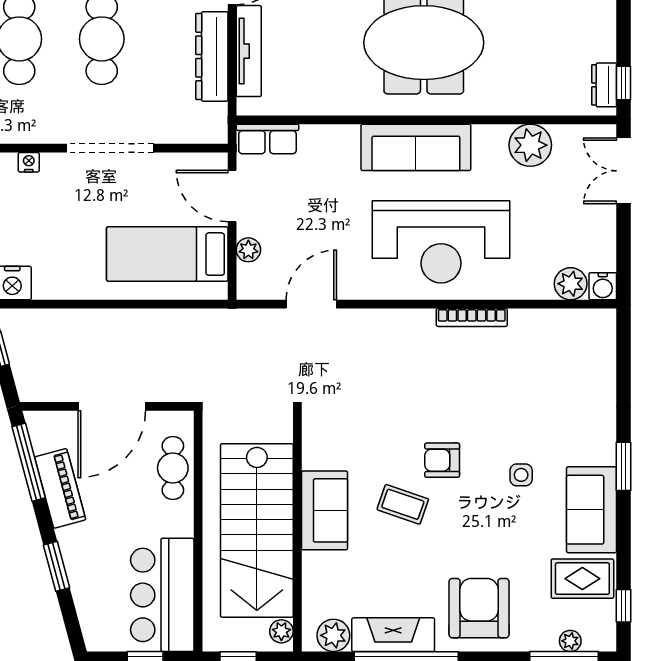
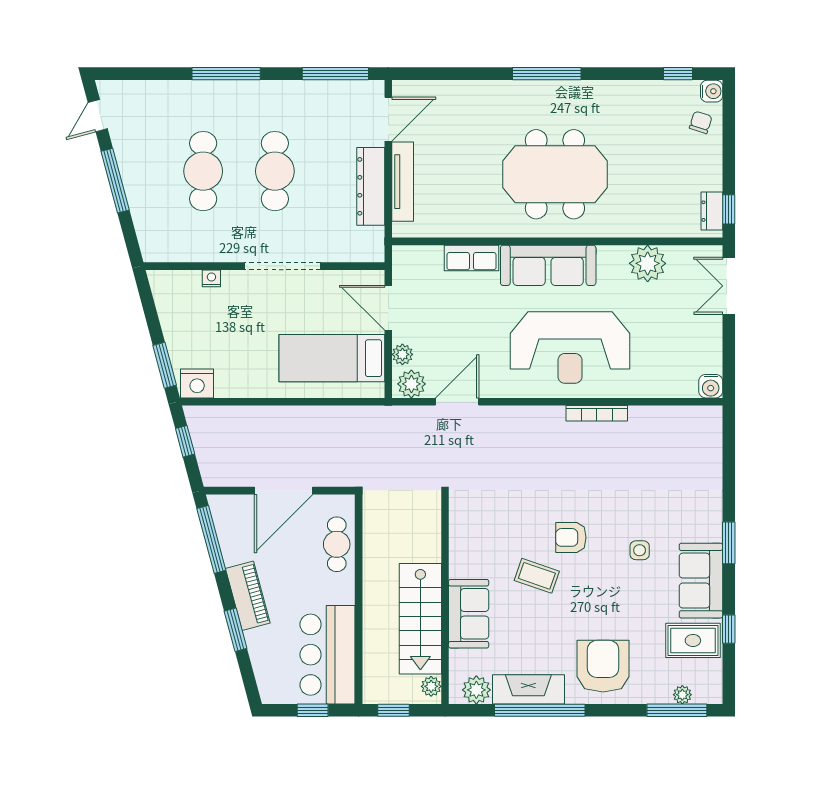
row of seats: (267, 139) -> (471, 258), moved
plant: (571, 284) -> (411, 384), moved
piano: (60, 488) -> (248, 596), moved
sofa: (324, 510) -> (469, 614), moved
stairs: (257, 530) -> (420, 619), width x0.73, depth x0.66
window: (624, 606) -> (729, 629), moved

